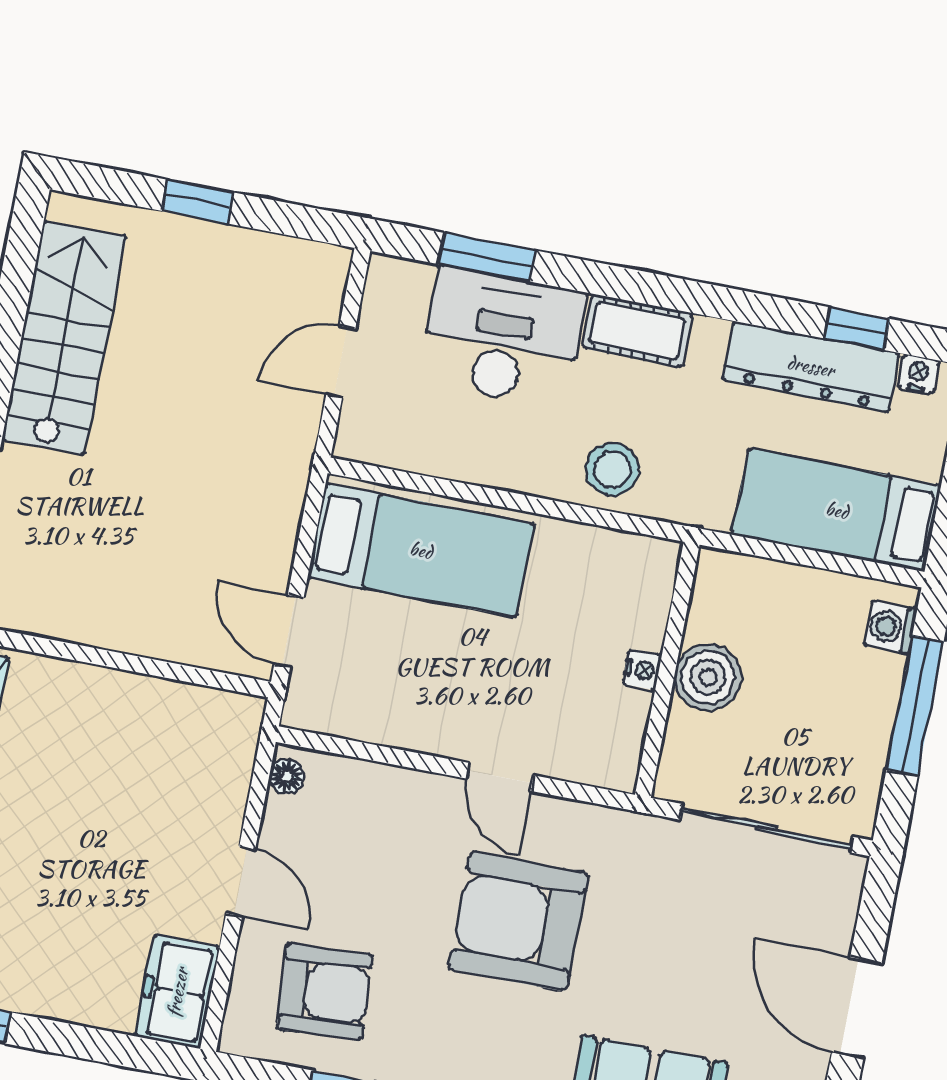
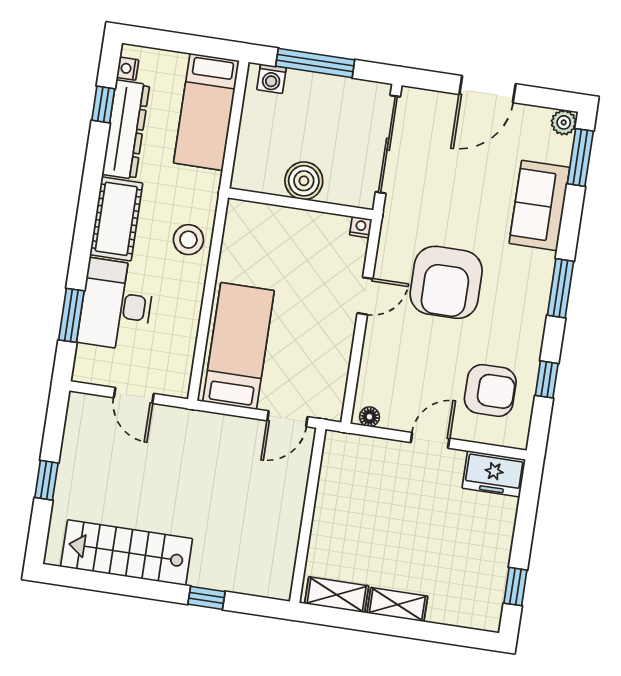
cot: (637, 331) -> (116, 219), width x1.37, depth x1.34
nightstand: (642, 670) -> (361, 227), moved
armchair: (325, 991) -> (490, 390), turned 94

